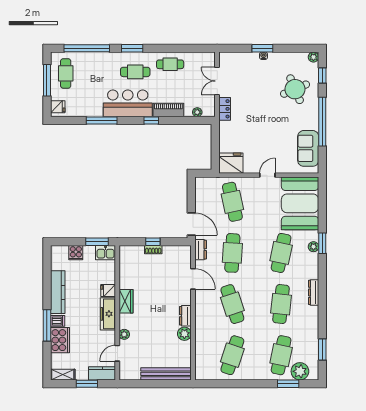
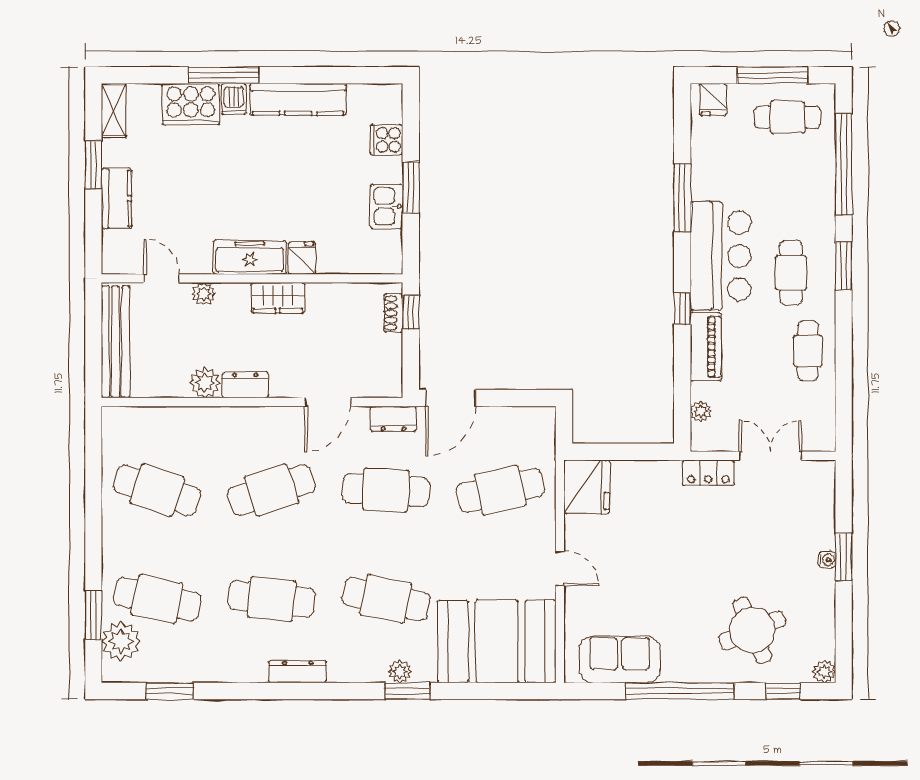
fridge: (108, 290) -> (302, 258), moved
wardrobe: (126, 301) -> (278, 298), moved
wall: (117, 313) -> (252, 278), moved
freezer: (108, 314) -> (250, 257), moved
plant: (124, 334) -> (204, 294), moved
door: (117, 353) -> (162, 278), moved

